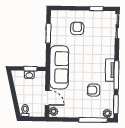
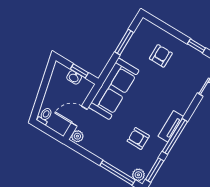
door: (47, 98) -> (79, 116), swing flipped

